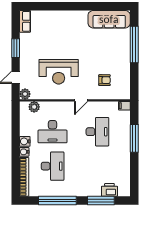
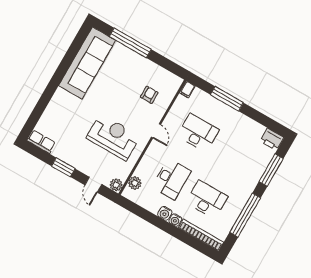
sofa: (109, 19) -> (87, 63), width x1.36, depth x1.27
reception desk: (59, 72) -> (113, 137), turned -90
printer: (109, 190) -> (272, 139), moved, turned -90

